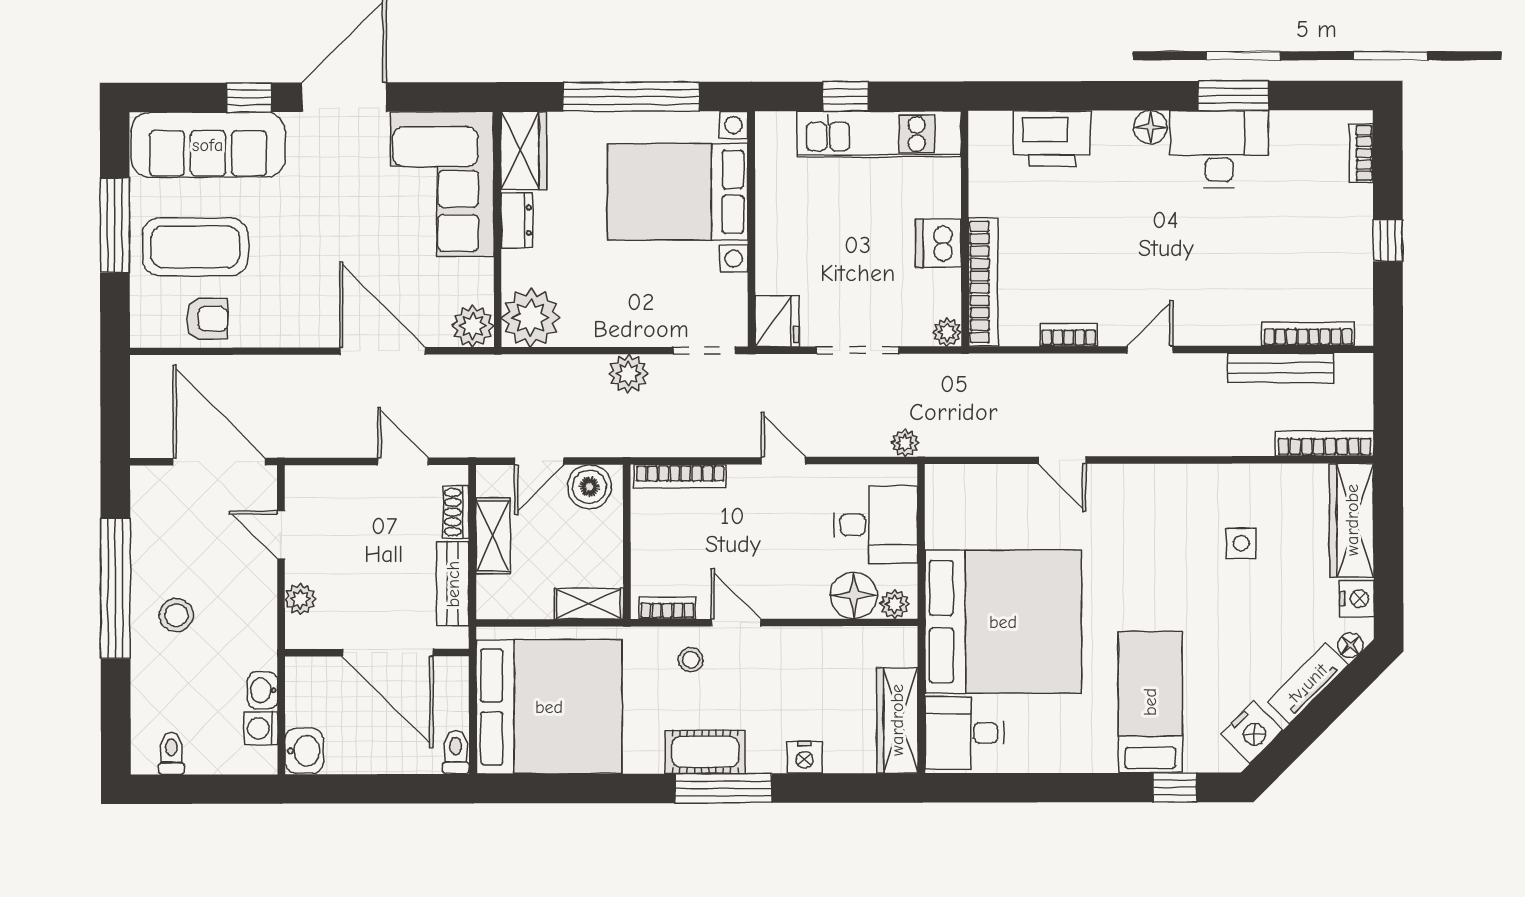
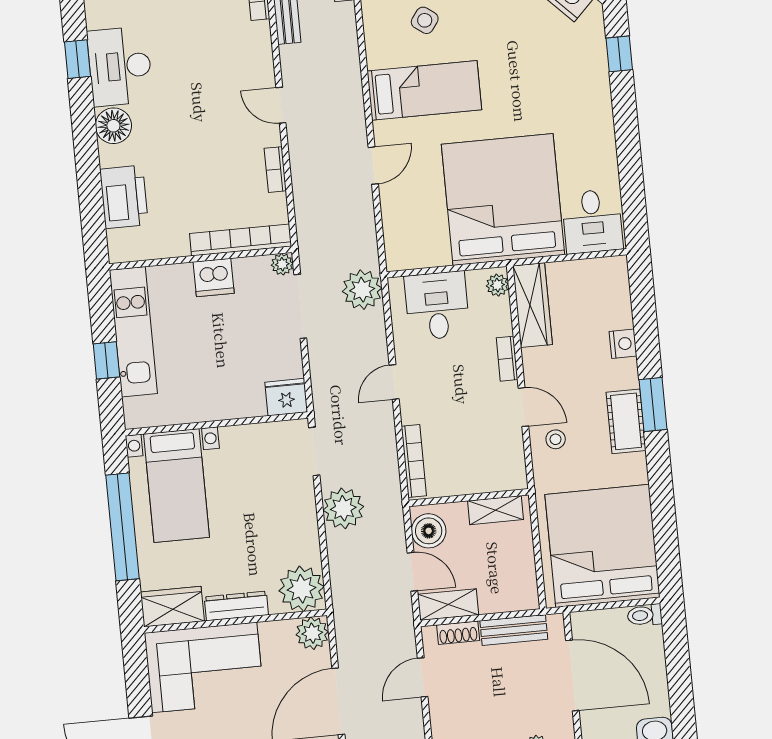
window: (1233, 96) -> (77, 59), width x0.67
floor lamp: (1150, 127) -> (113, 126), width x1.38, depth x1.38
bed with nightstands: (678, 192) -> (176, 486), width x0.73
dresser: (517, 220) -> (236, 606), width x1.44
doorway: (858, 350) -> (300, 306), moved
plant: (628, 374) -> (343, 508), width x1.36, depth x1.36
plant: (905, 443) -> (362, 290), width x1.87, depth x1.87
shelving: (493, 536) -> (448, 605), moved
side table: (1241, 543) -> (425, 20), turned 36
floor lamp: (854, 595) -> (494, 317), removed
shelving: (589, 604) -> (496, 510), moved, turned 90
bookcase: (667, 608) -> (507, 359), moved
door: (736, 623) -> (523, 407), swing flipped
door: (388, 653) -> (572, 675), hinge flipped
bed: (1150, 702) -> (424, 90), moved, turned 180
wardrobe: (897, 720) -> (533, 305), moved, turned -90
window: (723, 788) -> (653, 405), width x0.69

